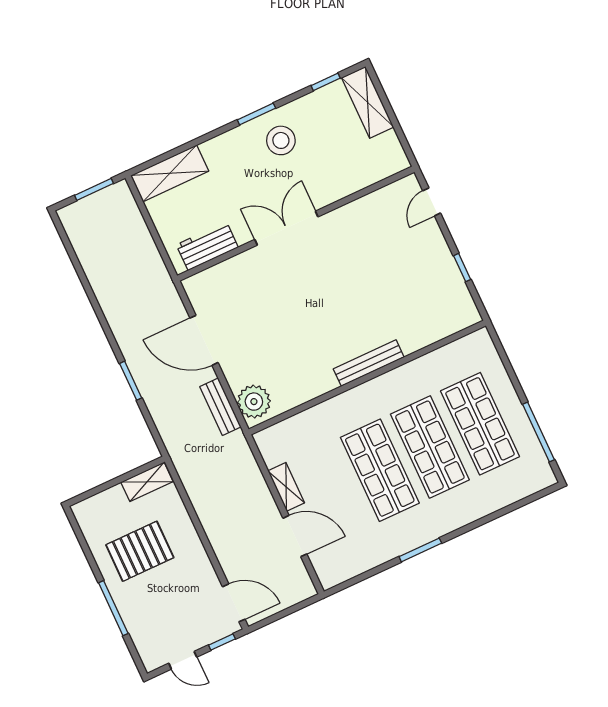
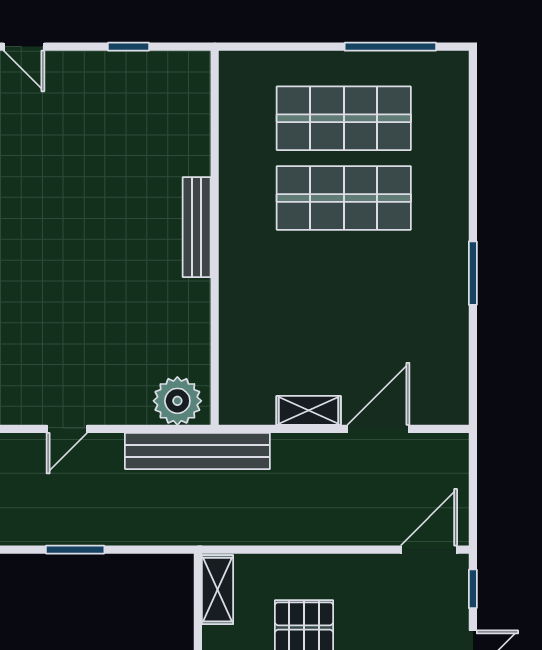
door: (204, 340) -> (67, 429), width x0.53
bench: (220, 407) -> (197, 451), width x1.86, depth x1.21
shop shelf: (380, 470) -> (344, 278), removed

